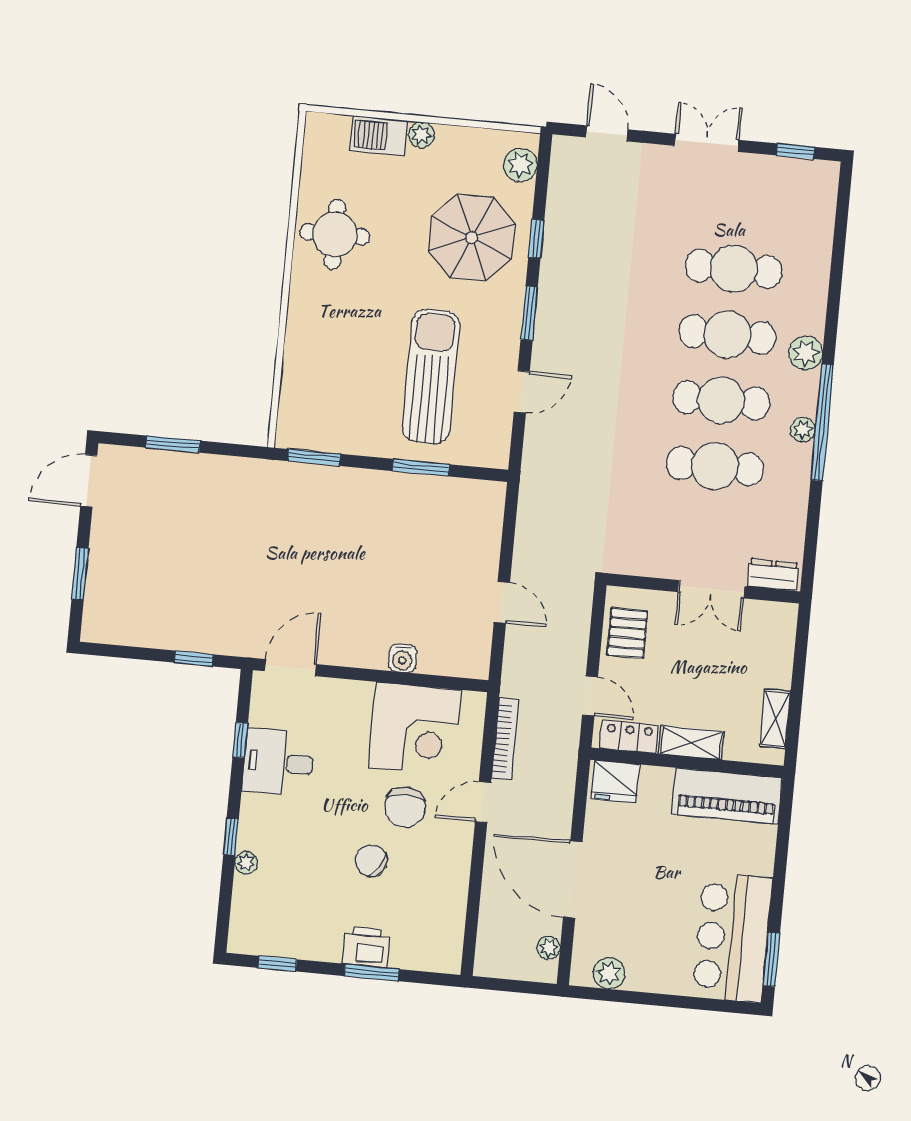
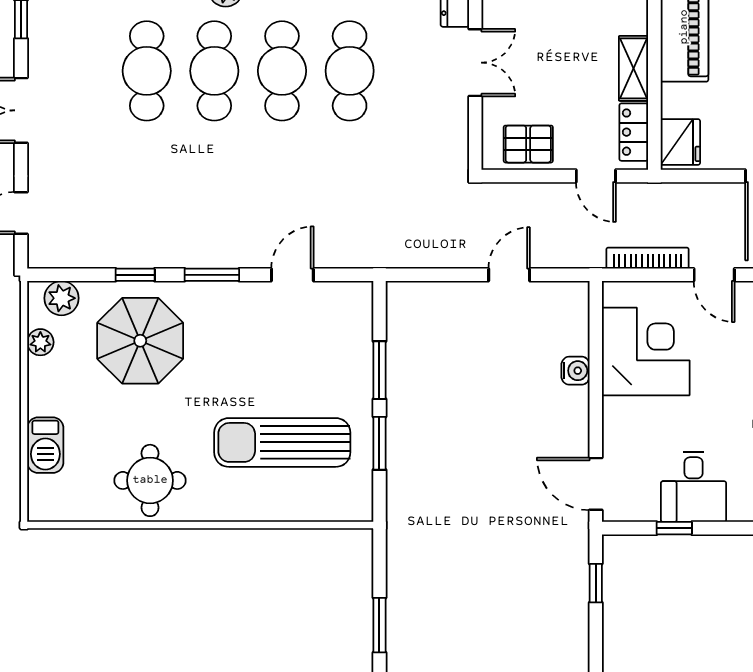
plant: (421, 135) -> (40, 342), moved
sun lounger: (431, 376) -> (282, 442), moved
door: (522, 392) -> (292, 275), hinge flipped
window: (314, 458) -> (379, 443), moved
door: (590, 696) -> (596, 176), swing flipped
chair: (405, 807) -> (727, 354), removed

